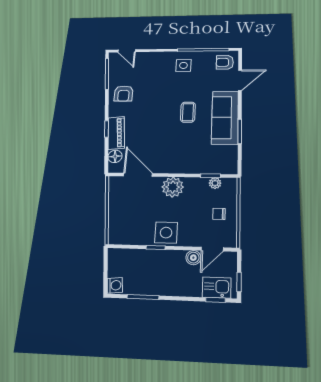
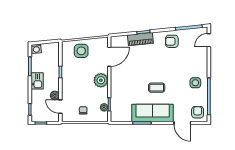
floor lamp: (115, 156) -> (122, 40), removed
side table: (166, 233) -> (81, 51), moved
kitchen sink: (217, 288) -> (37, 81), moved

